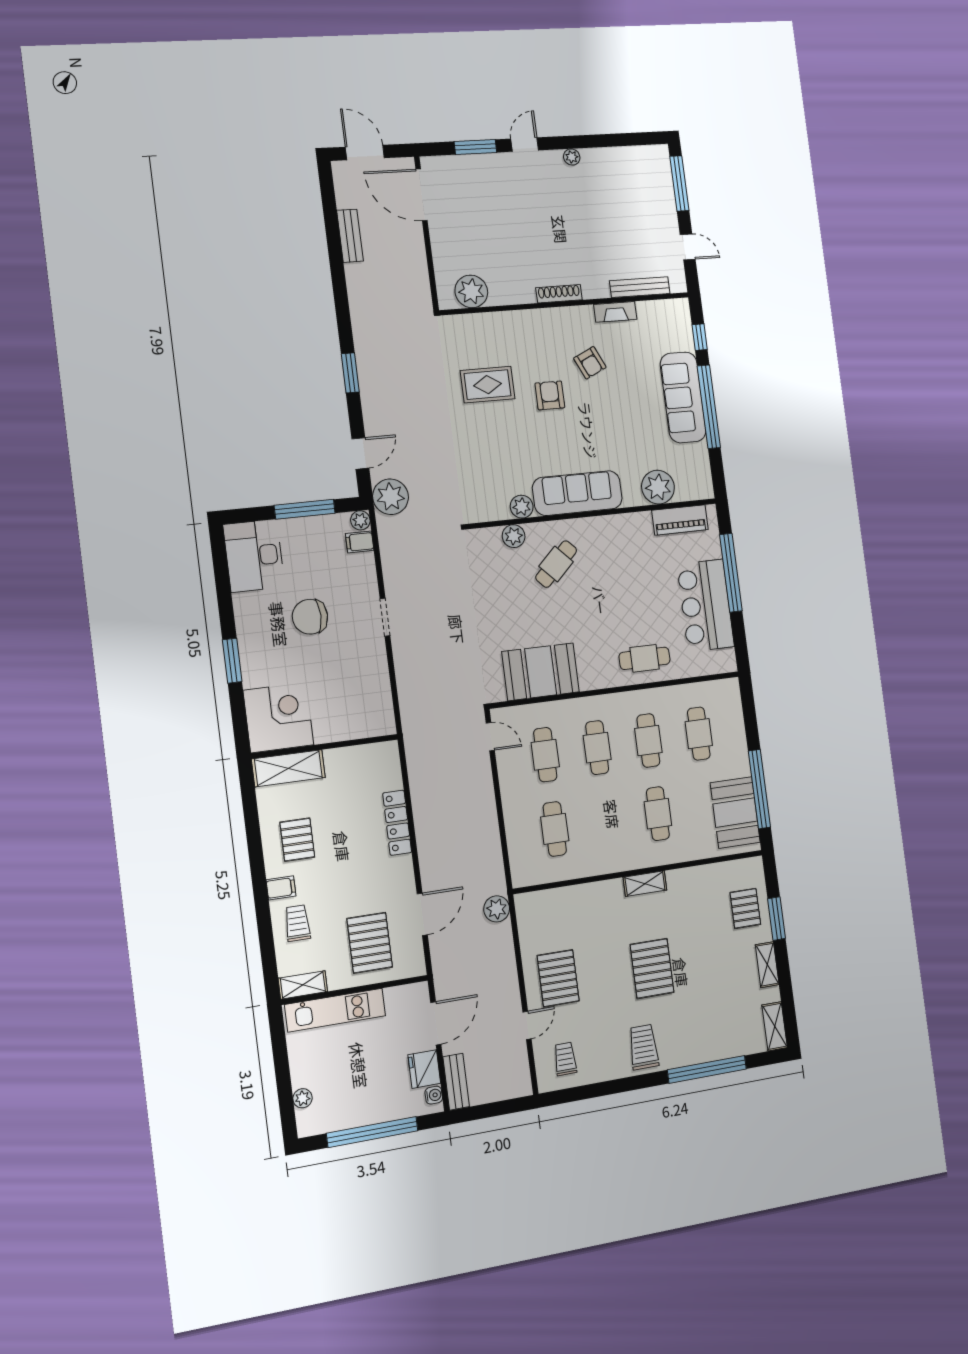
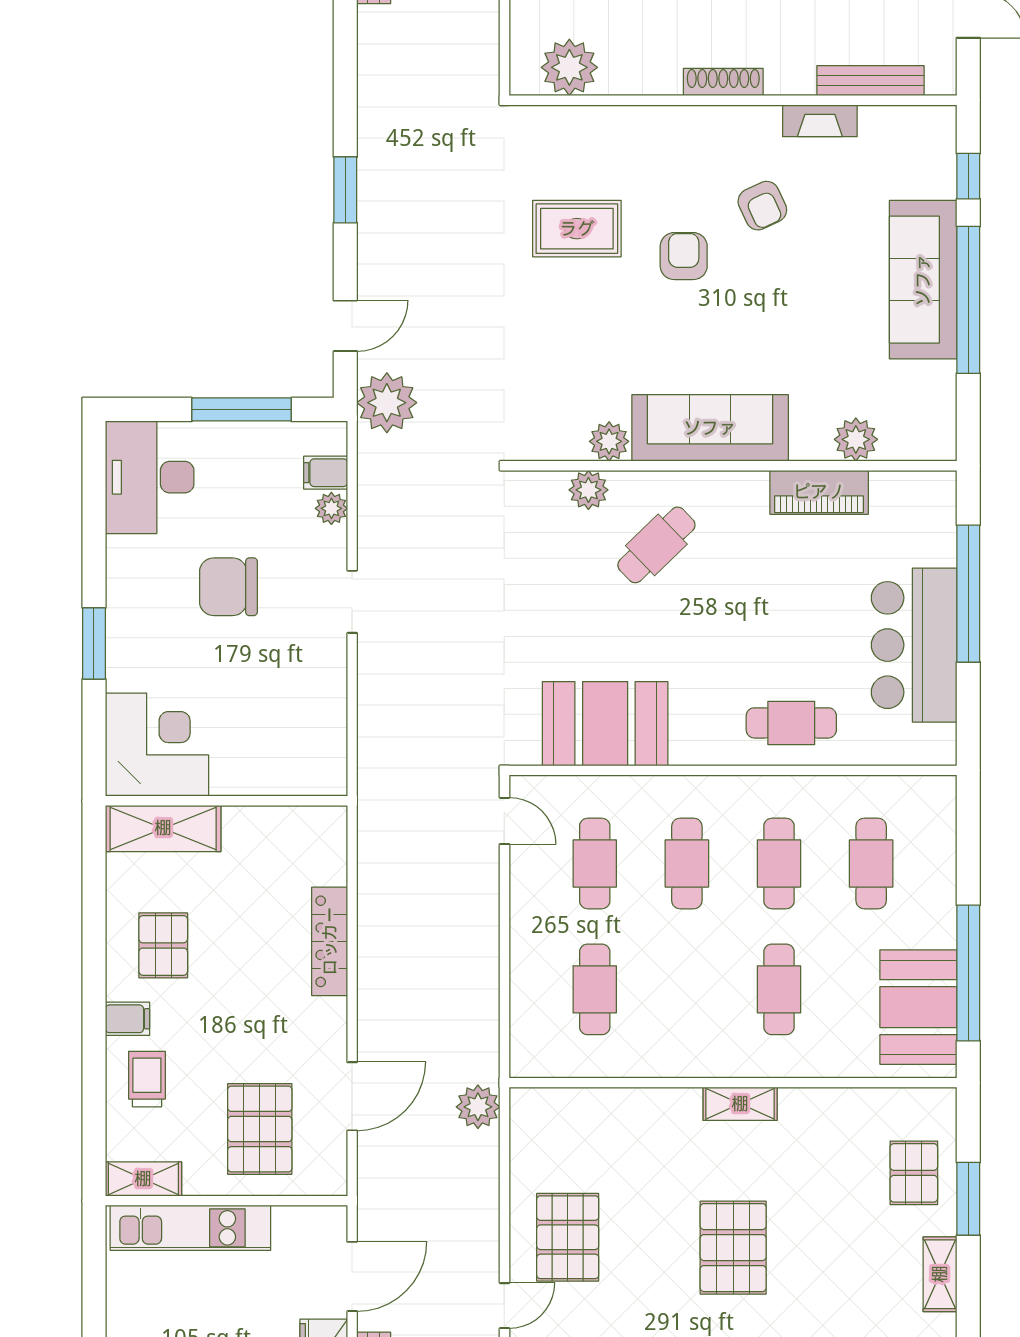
plant: (658, 487) -> (856, 439), width x0.73, depth x0.73
plant: (360, 520) -> (331, 508), moved
piano: (680, 520) -> (819, 492), moved

